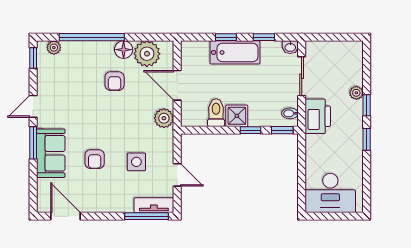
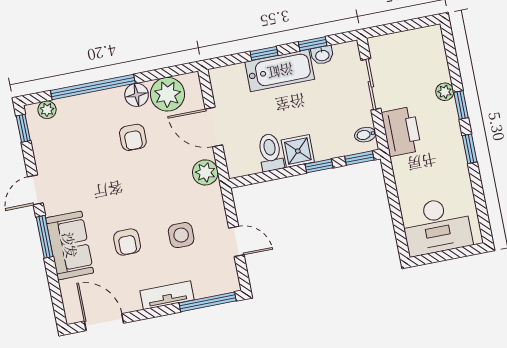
washbasin: (290, 47) -> (322, 55), moved
tv unit: (154, 205) -> (167, 295), moved

